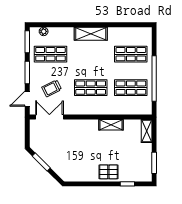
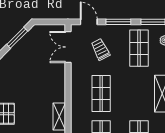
double door: (49, 117) -> (68, 47), swing flipped

